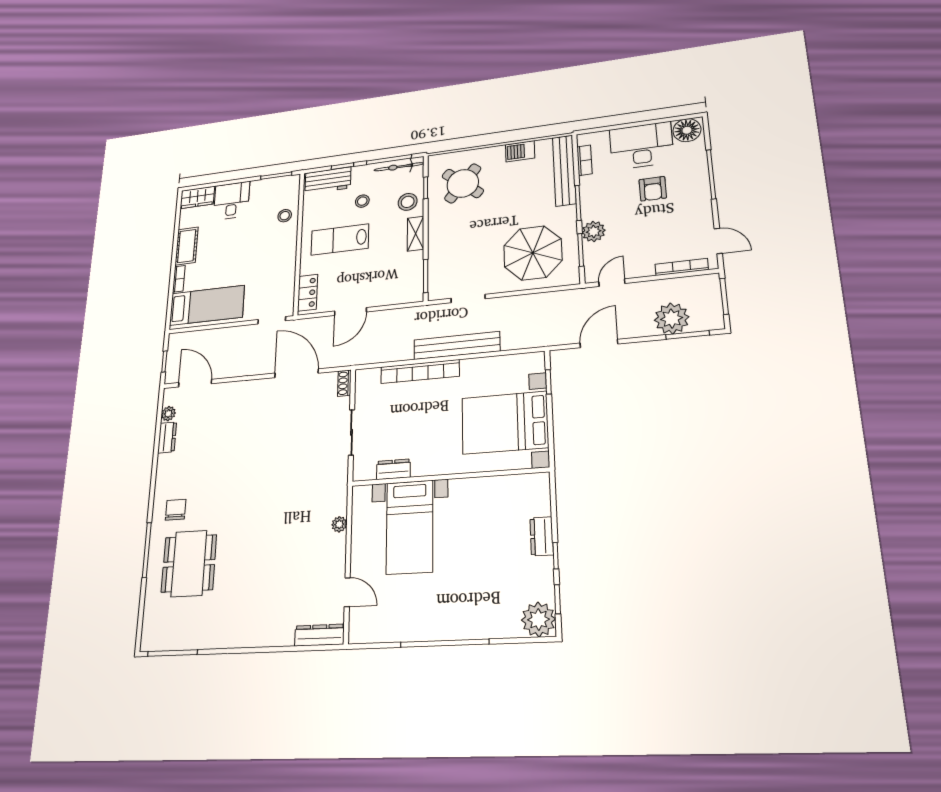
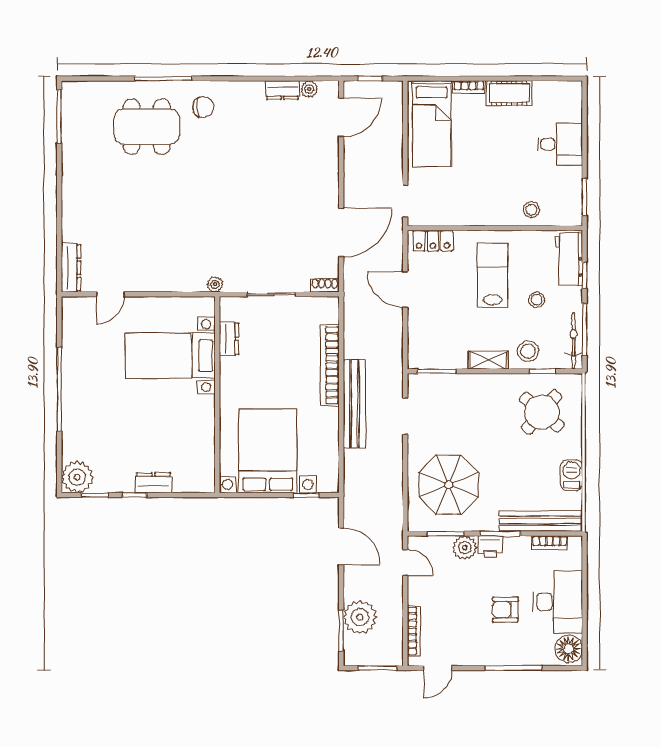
wardrobe: (197, 197) -> (571, 101), removed
printer: (591, 210) -> (490, 546), added
plant: (339, 524) -> (215, 284), moved

